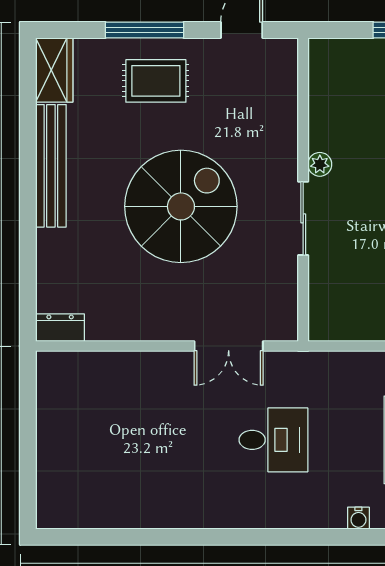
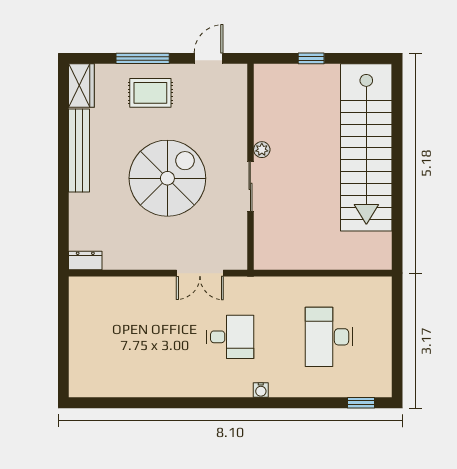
water cooler: (358, 518) -> (261, 390), moved

